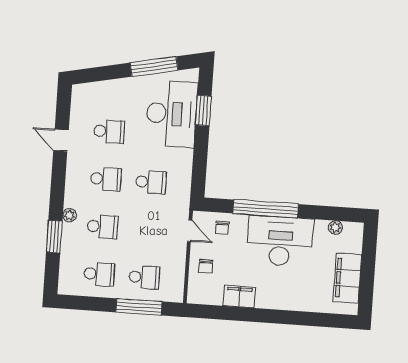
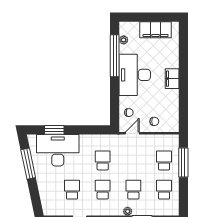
window: (266, 209) -> (115, 56), moved
filing cabinet: (239, 296) -> (172, 79), moved

